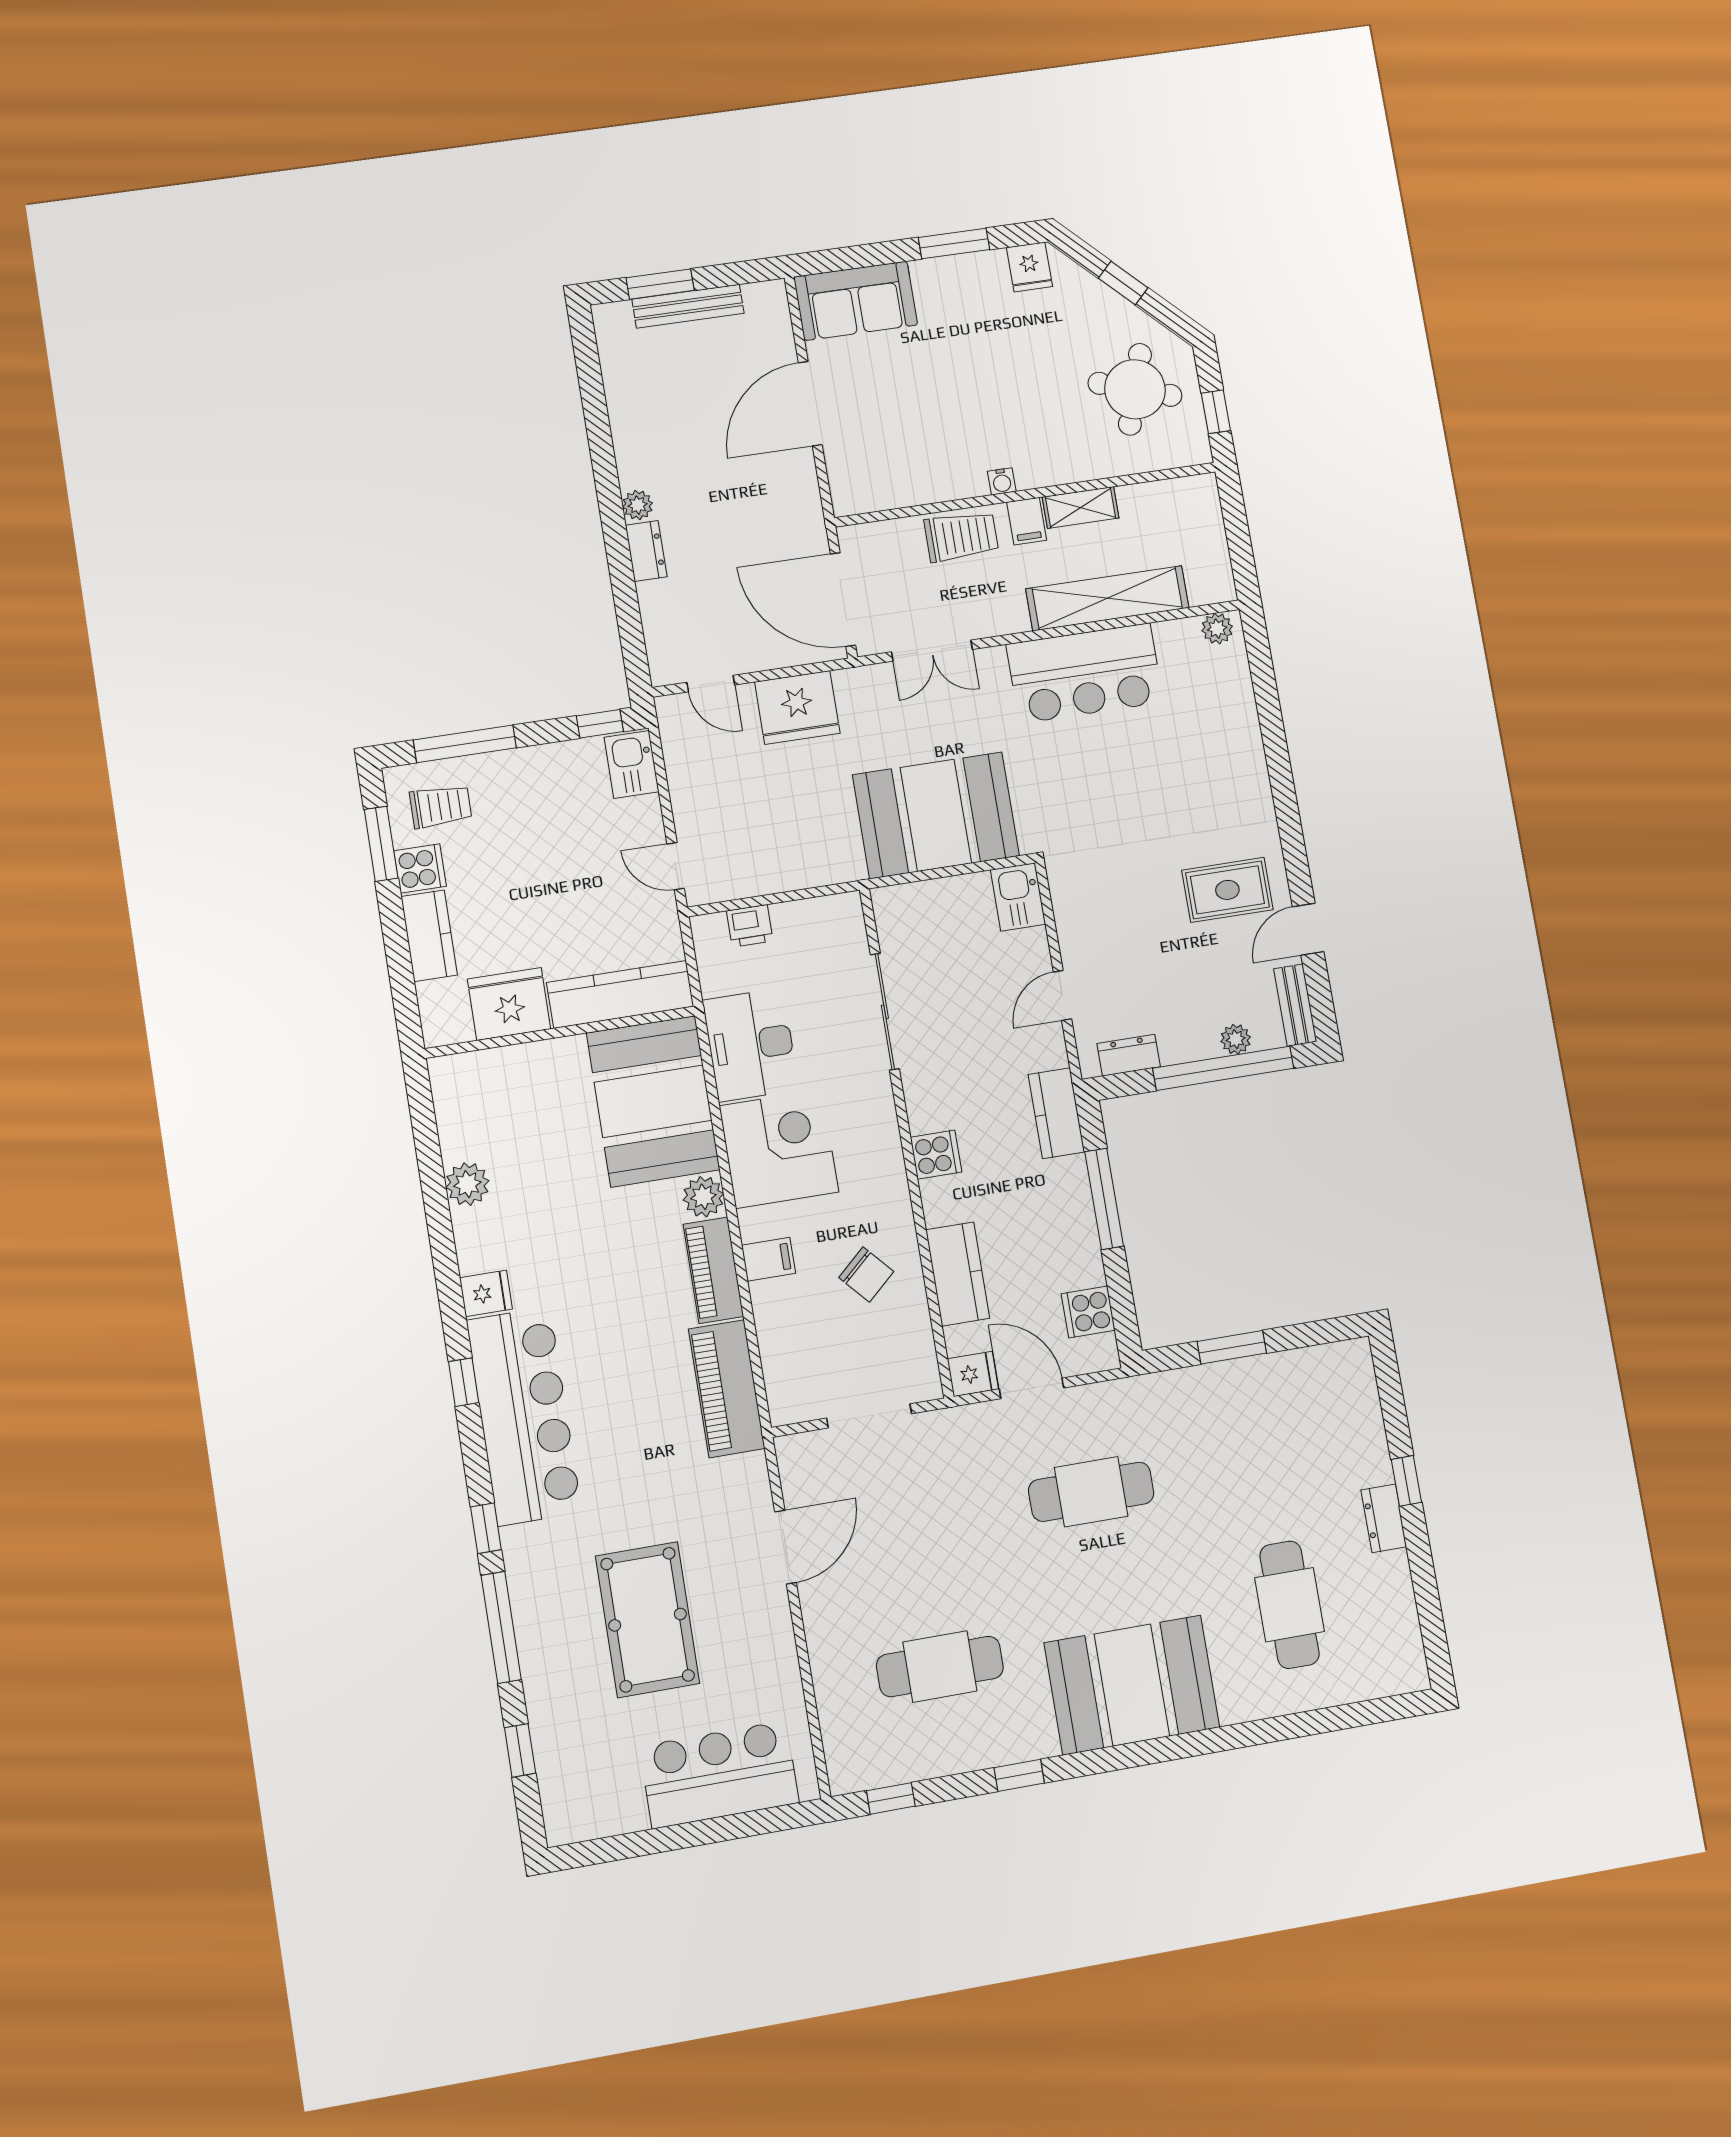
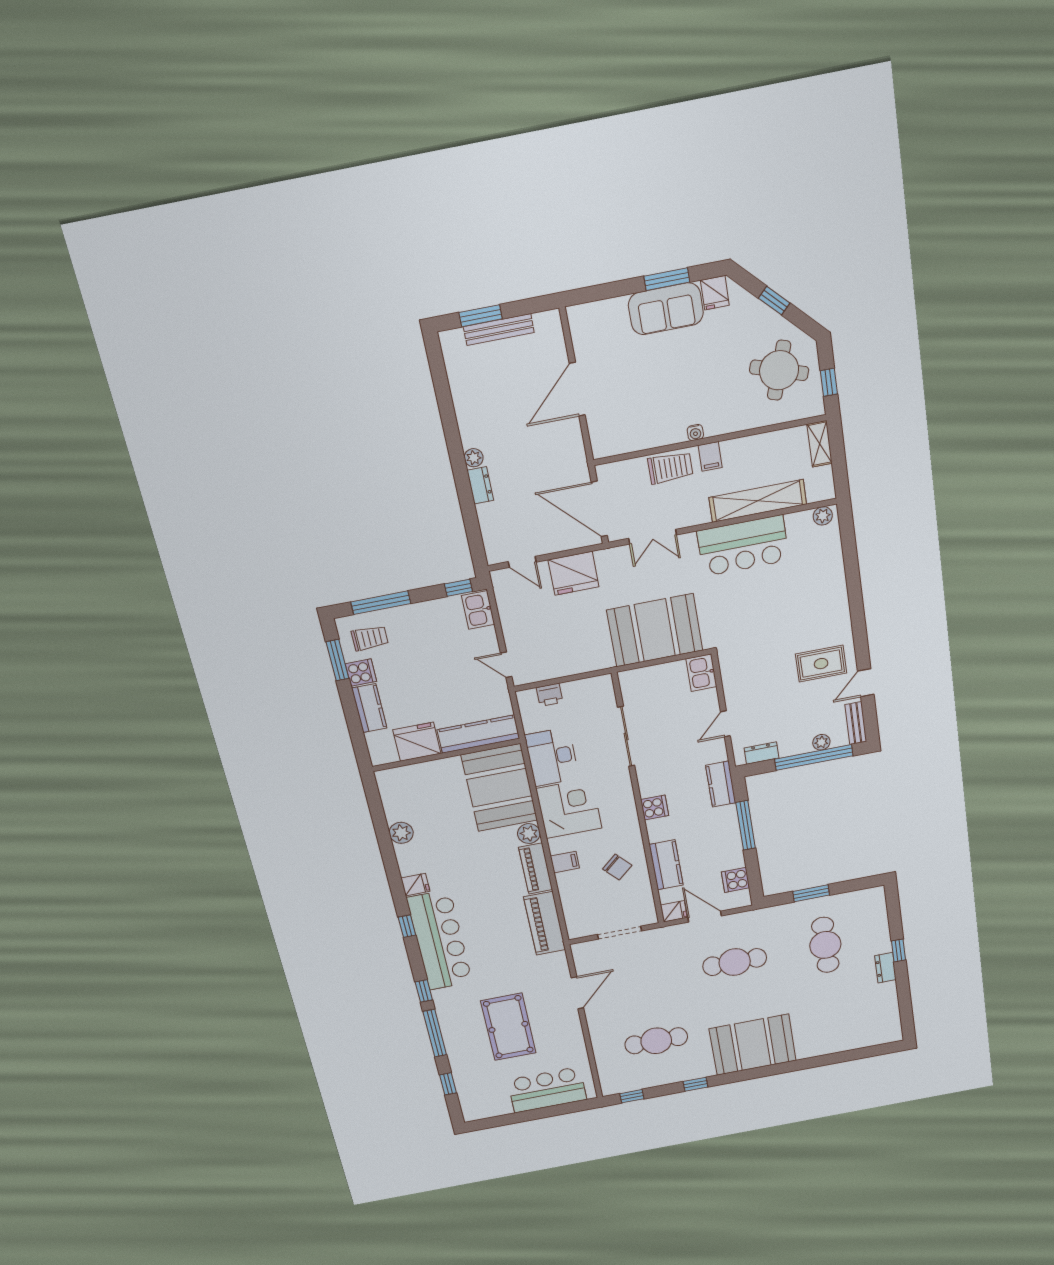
sofa: (856, 301) -> (666, 309), moved
shelving: (1081, 507) -> (820, 444), moved, turned 90
cafe table: (1289, 1605) -> (825, 945), moved

